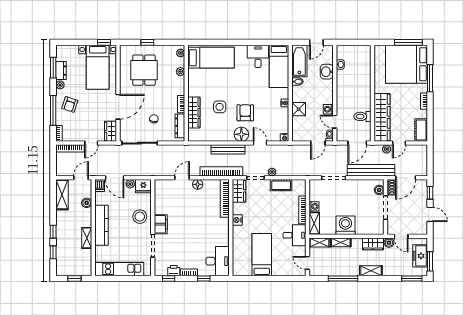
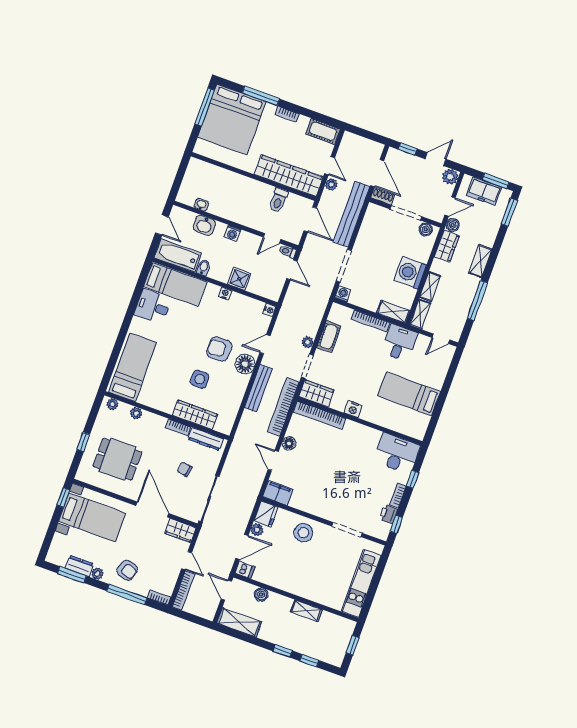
washing machine: (328, 109) -> (233, 233), moved
boiler: (379, 190) -> (426, 229), moved
washing machine: (314, 206) -> (343, 294), moved
filing cabinet: (161, 224) -> (278, 493), moved
kitchen counter: (101, 225) -> (297, 586), removed
plant: (422, 229) -> (450, 177), added

